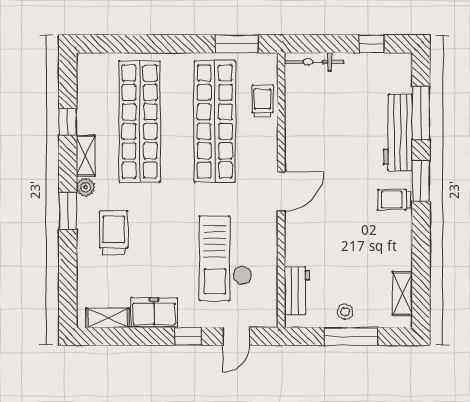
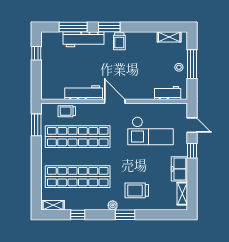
bicycle: (314, 62) -> (46, 84), removed
workbench: (298, 133) -> (84, 93), added
shelving: (86, 156) -> (53, 205), moved

